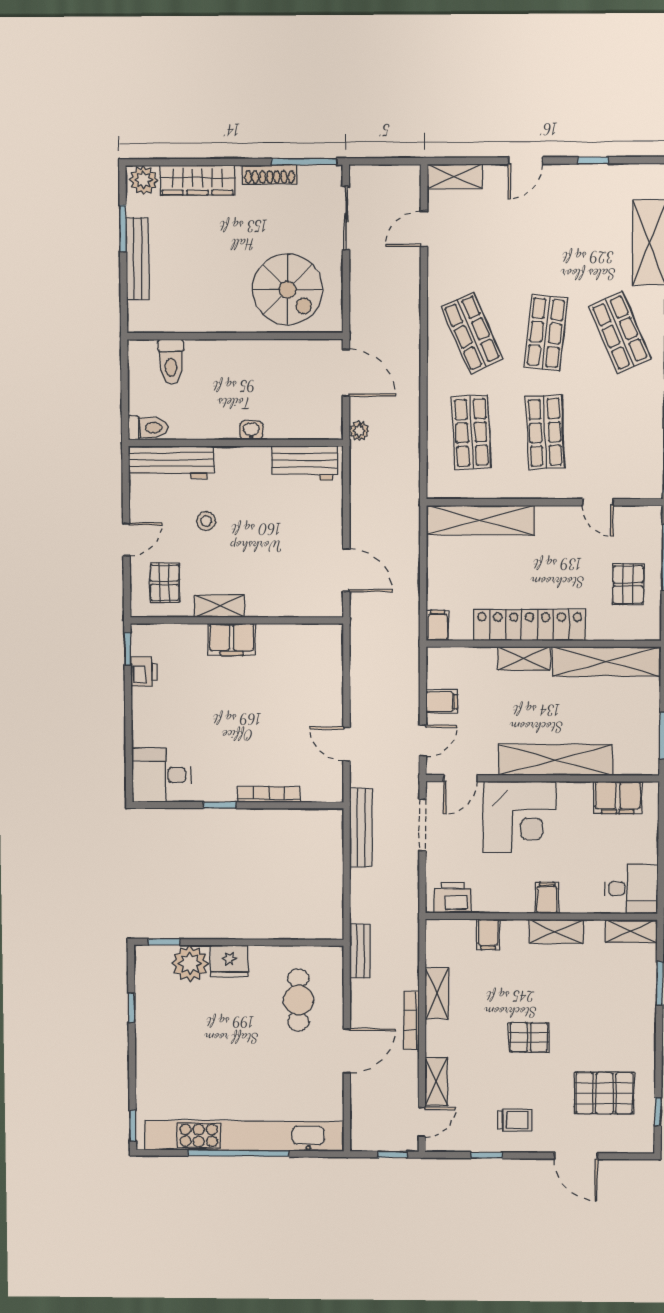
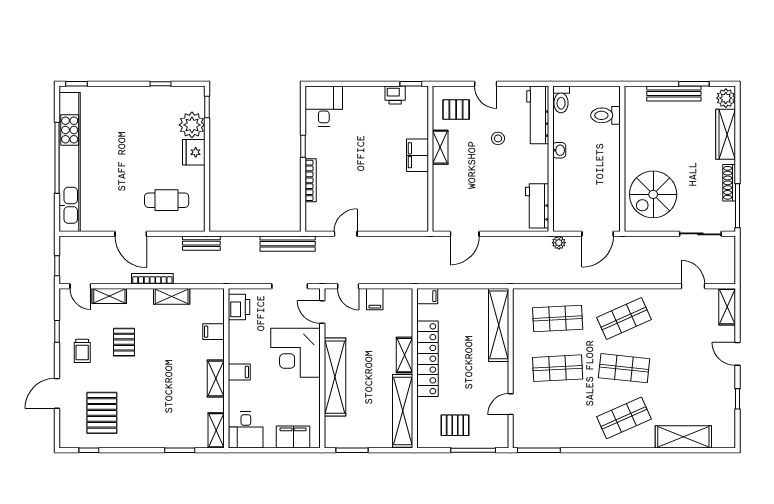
washbasin: (251, 430) -> (559, 150), moved
filing cabinet: (618, 798) -> (293, 437), moved, turned 90
pallet: (529, 1037) -> (124, 342), moved

